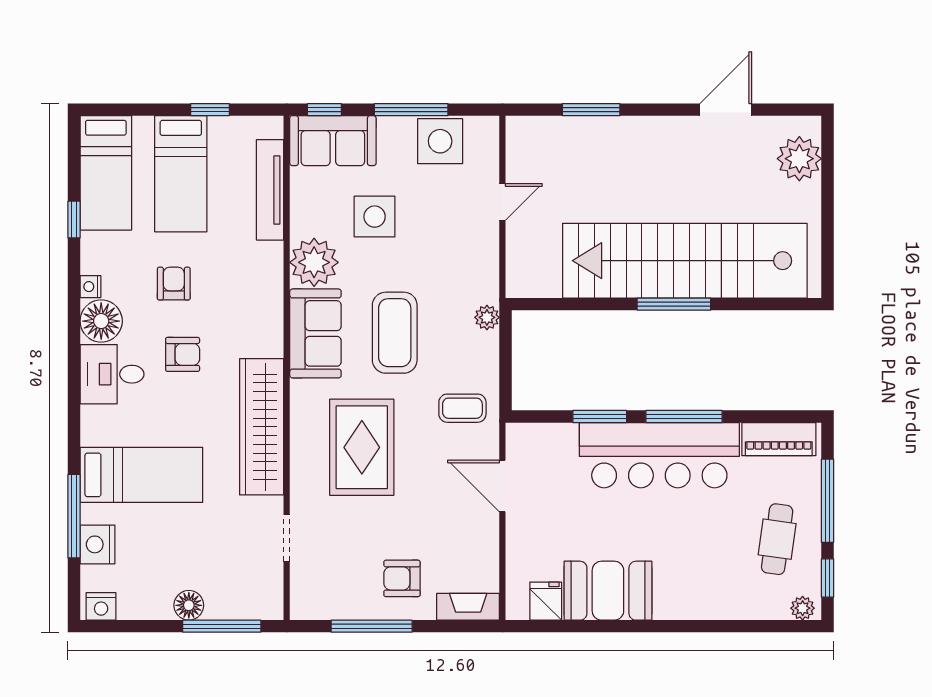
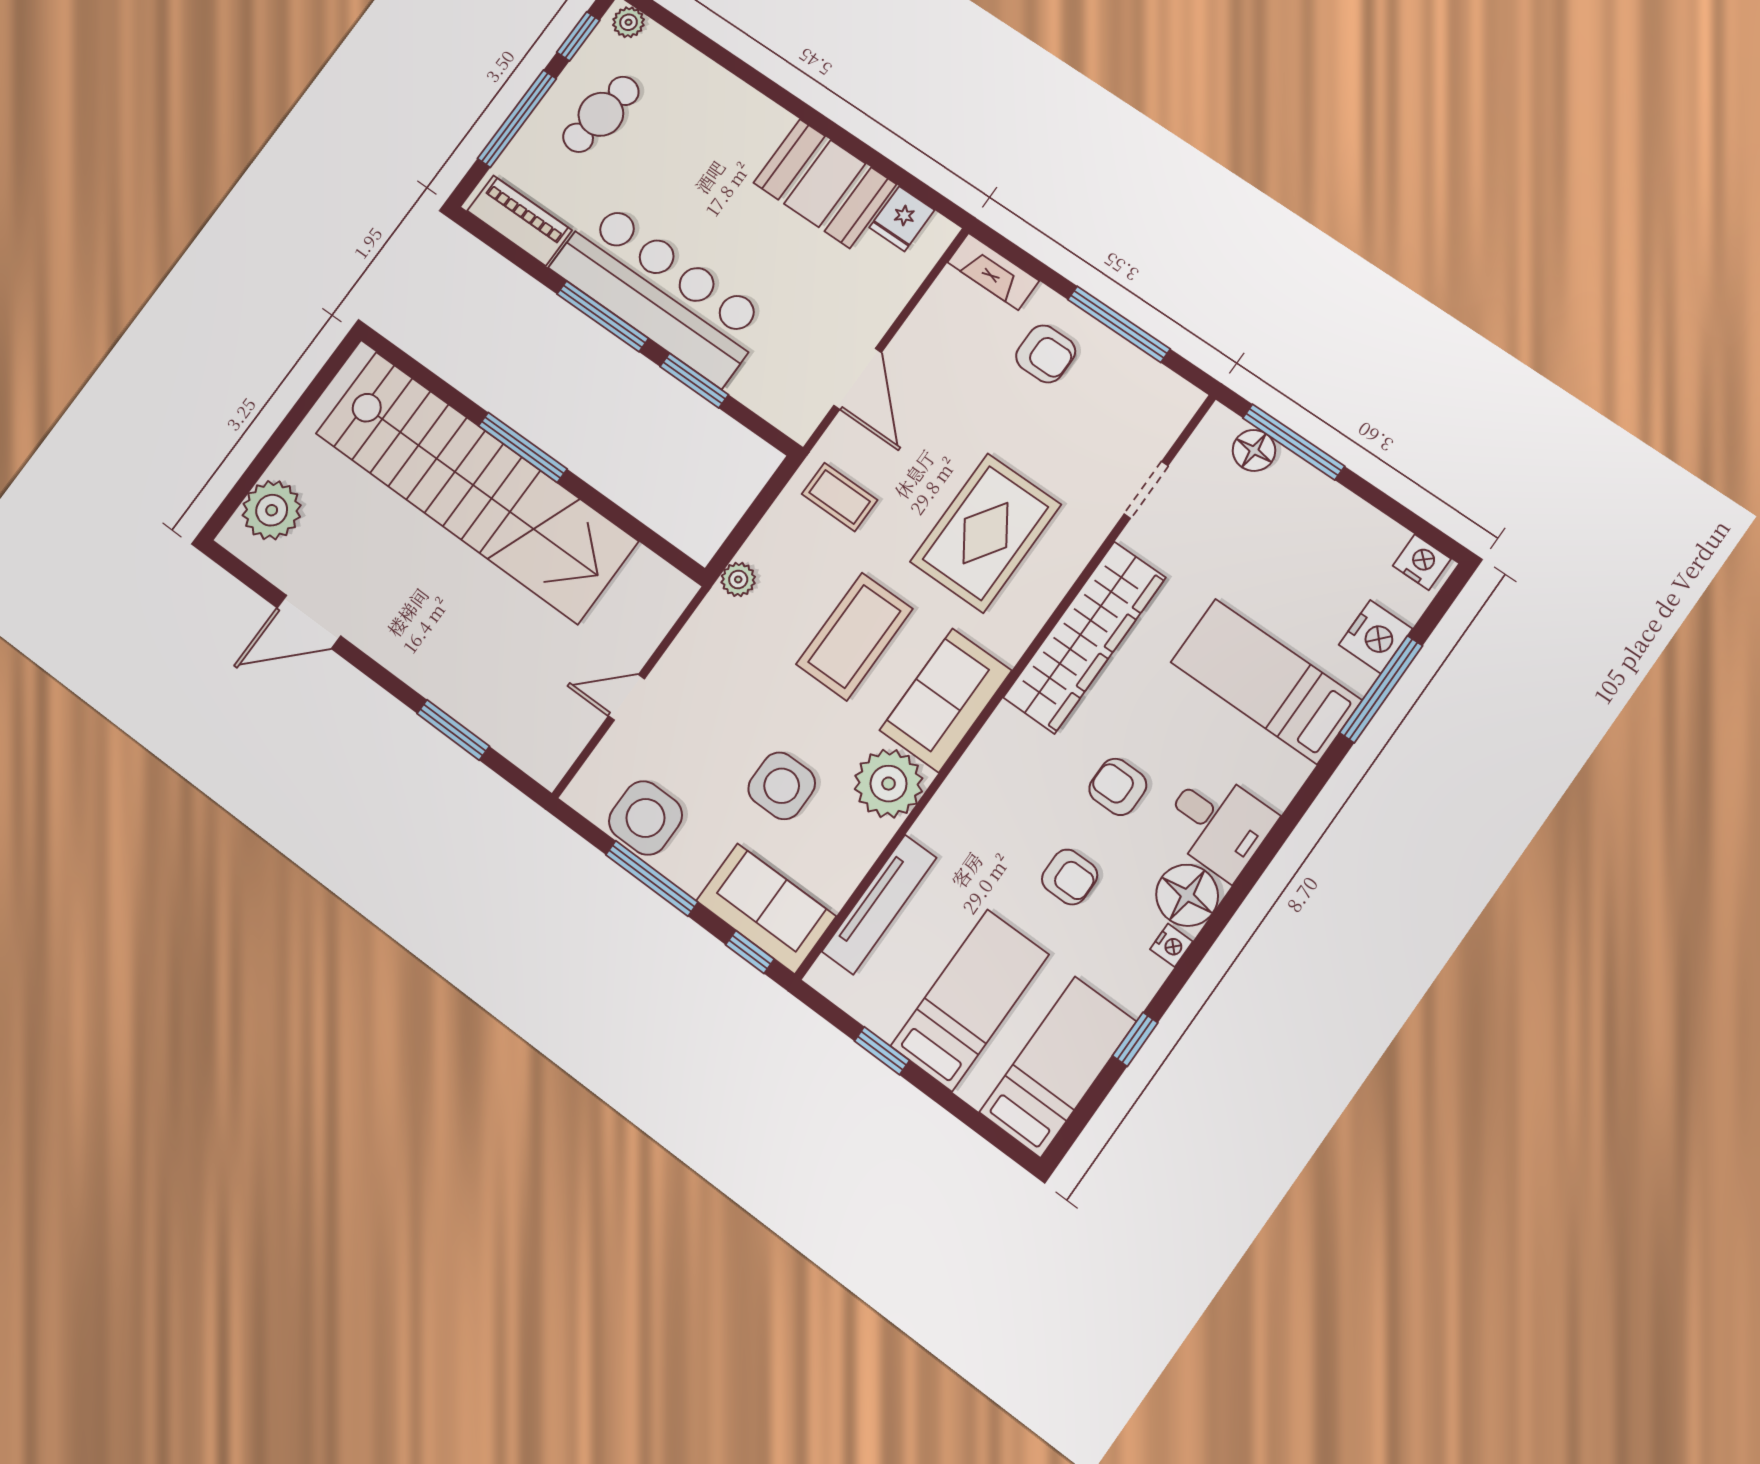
armchair: (174, 284) -> (1070, 877), turned -90
floor lamp: (189, 605) -> (1254, 450), moved

